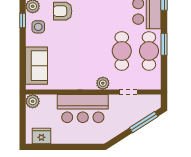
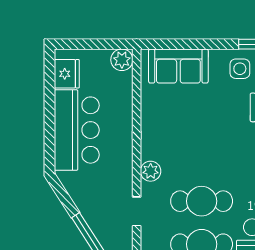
bar counter: (83, 109) -> (77, 130), moved, turned 180

